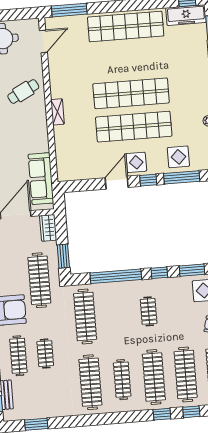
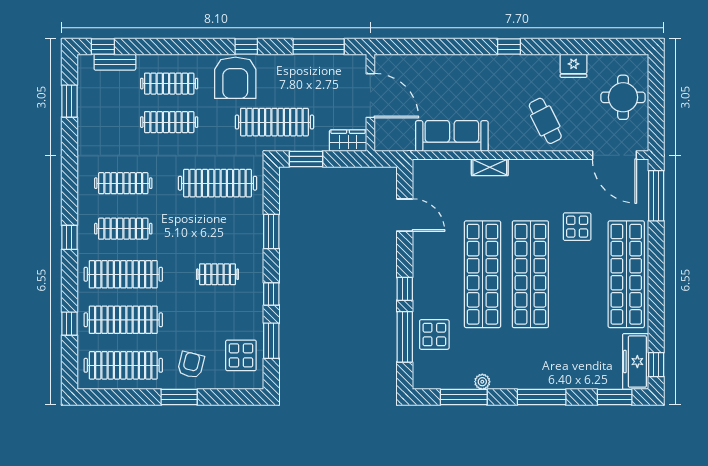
door: (43, 41) -> (614, 155), width x1.36
shelving: (57, 112) -> (490, 167), moved
display table: (136, 162) -> (577, 227), moved
sofa: (41, 179) -> (452, 136), moved
door: (117, 183) -> (405, 215), moved
window: (116, 276) -> (271, 232), width x0.47
clothes rail: (45, 354) -> (169, 122), width x1.36
clothes rail: (90, 382) -> (123, 183), width x0.73, depth x0.76
window: (162, 414) -> (69, 237), moved

